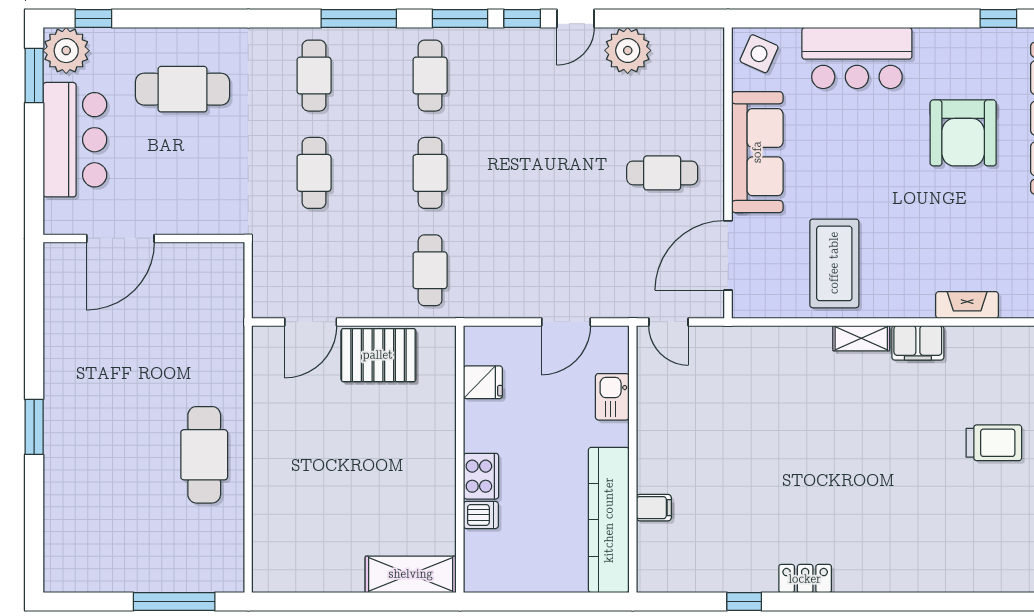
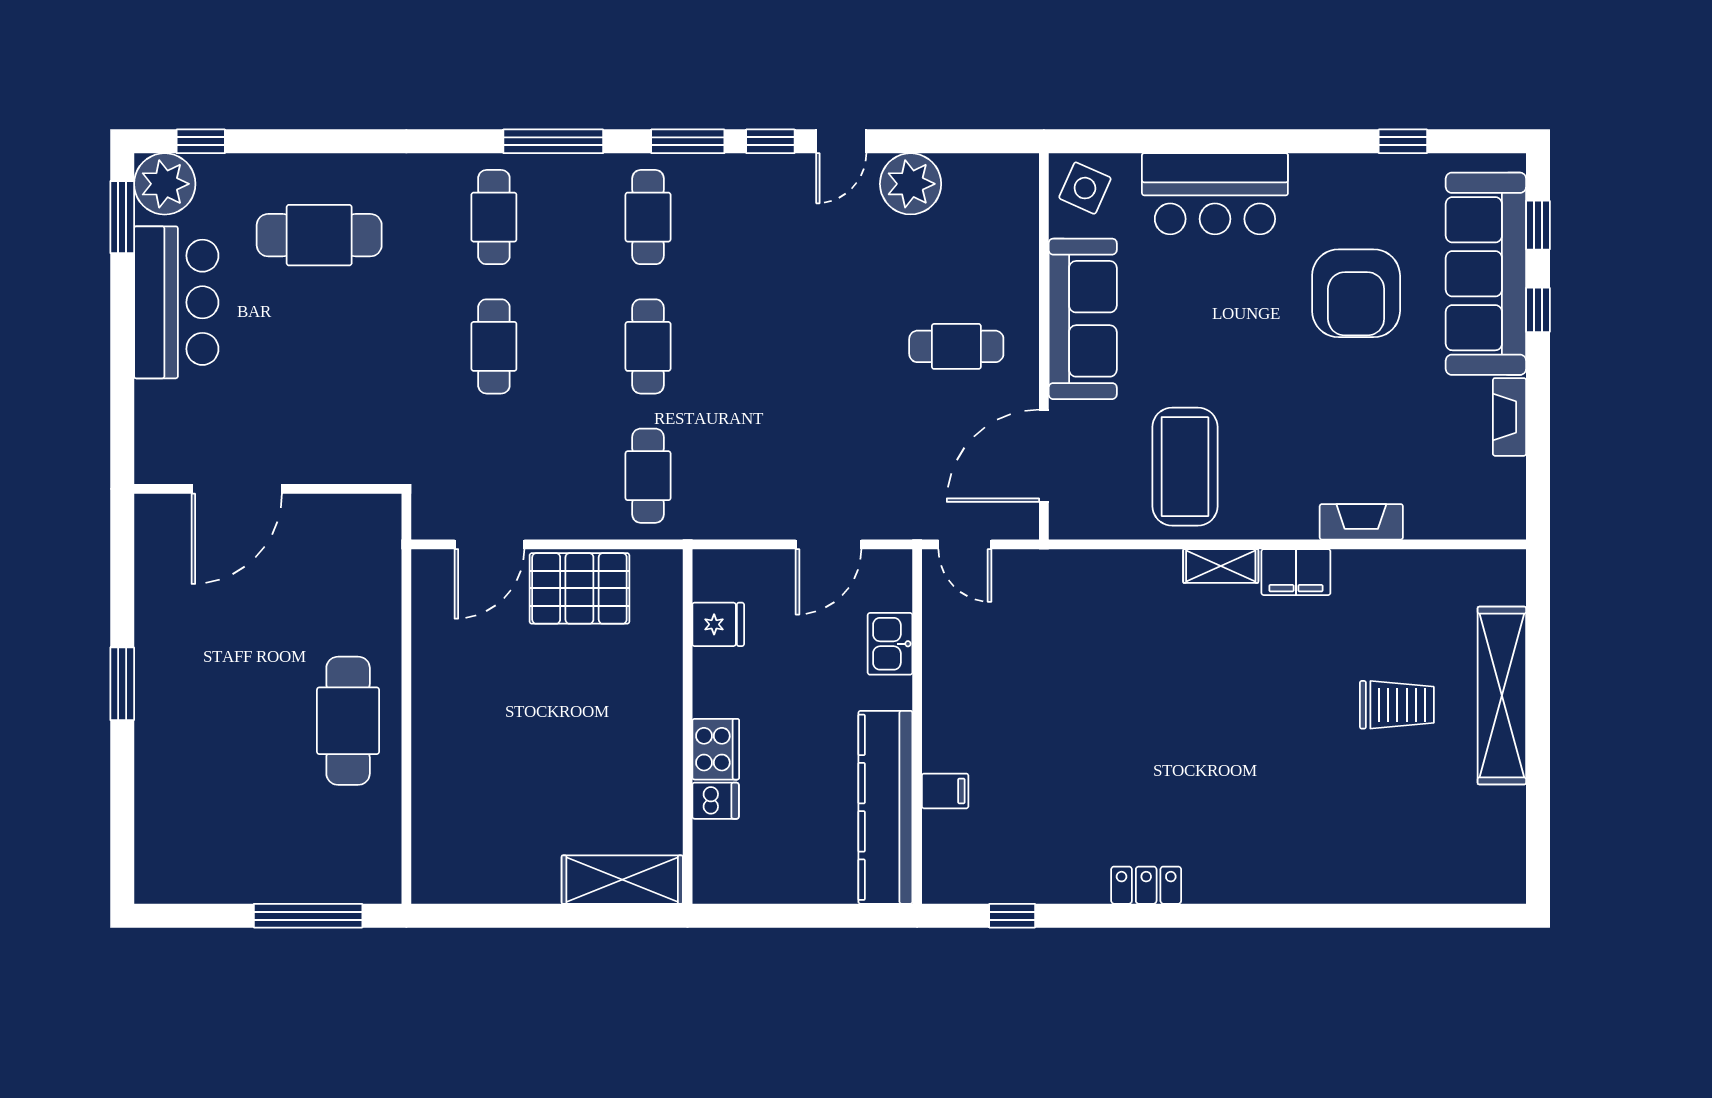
door: (120, 238) -> (237, 489), moved
wall: (144, 238) -> (268, 489), moved
window: (744, 602) -> (1012, 916), moved

